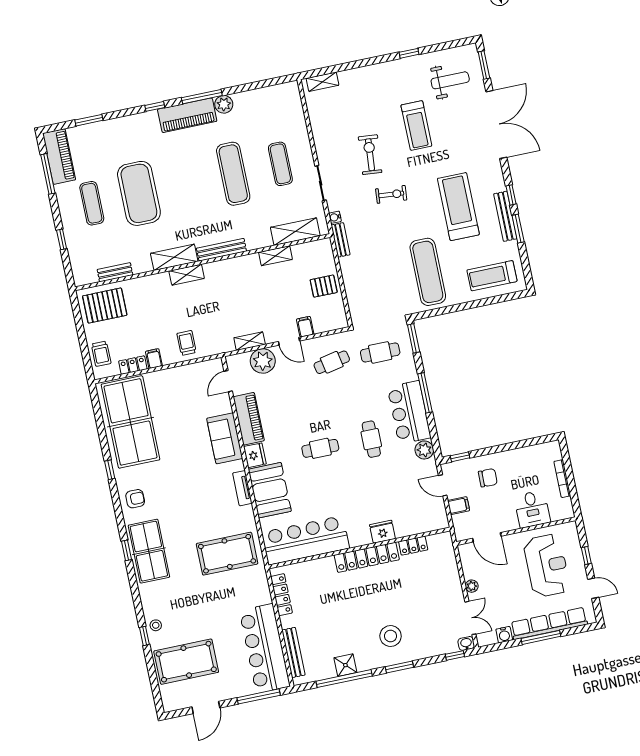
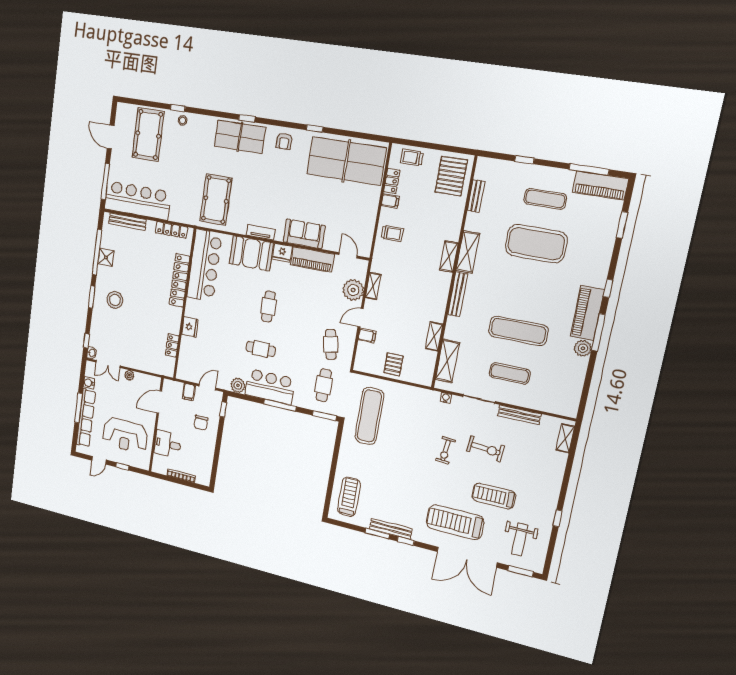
treadmill: (458, 207) -> (455, 522), moved, turned 180
bench: (341, 240) -> (519, 415), moved, width x1.36
exercise mat: (428, 272) -> (369, 416), moved, turned 90
locker: (367, 557) -> (179, 281), moved

